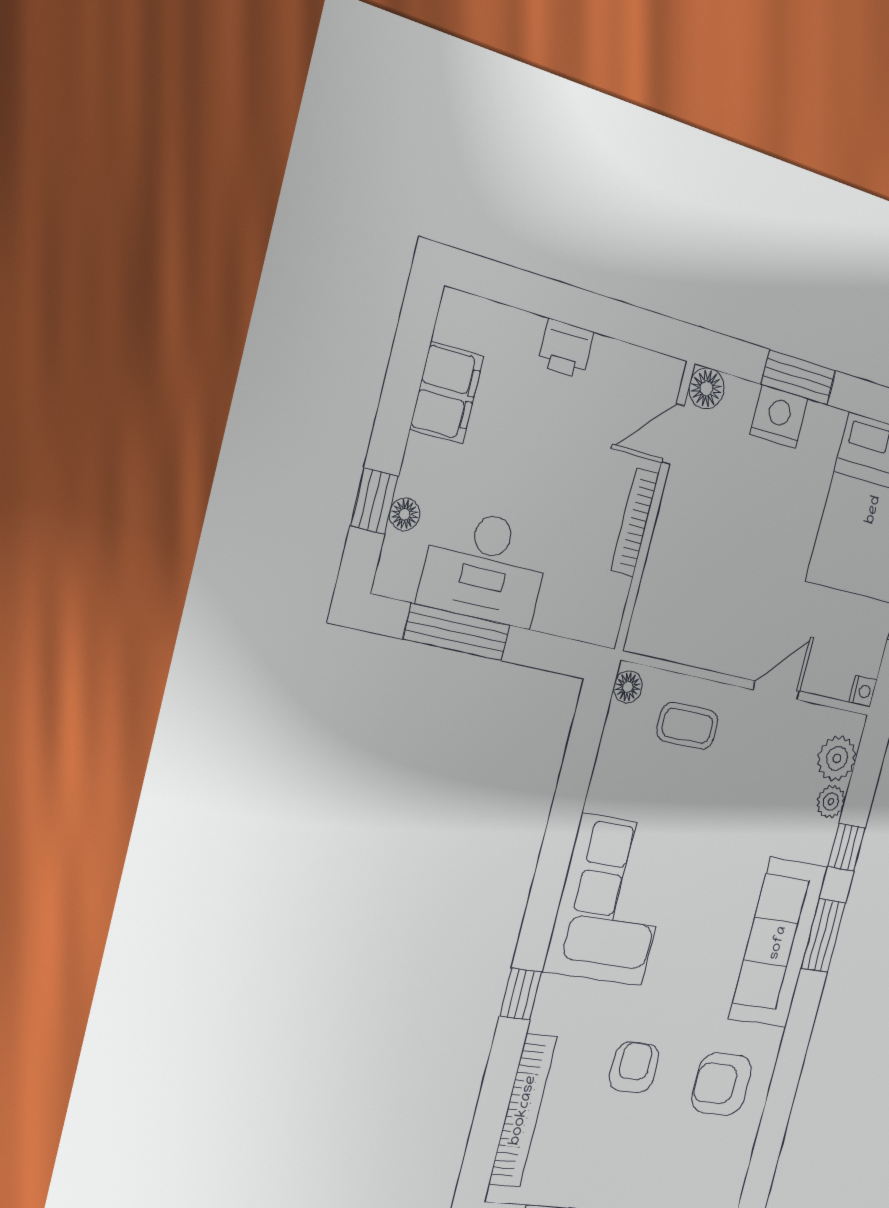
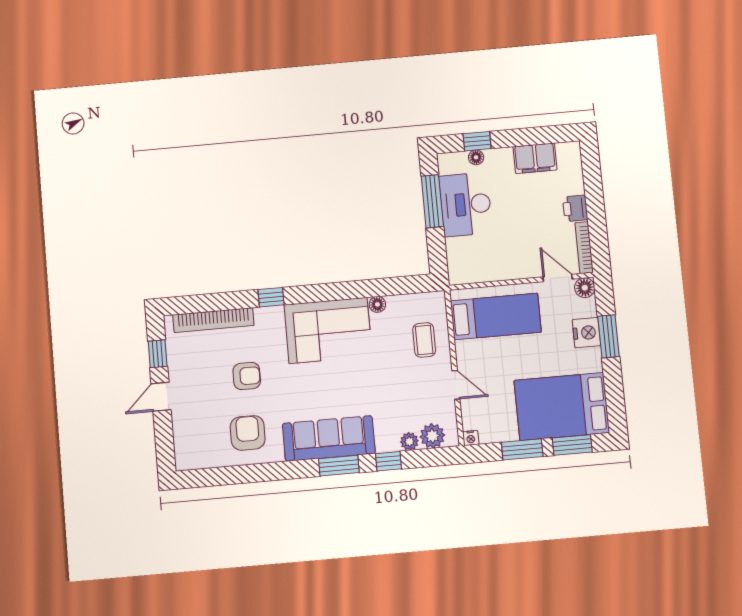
bookcase: (635, 522) -> (584, 248), moved, turned -90
bed: (695, 578) -> (496, 316), added
floor lamp: (628, 687) -> (377, 304), moved

